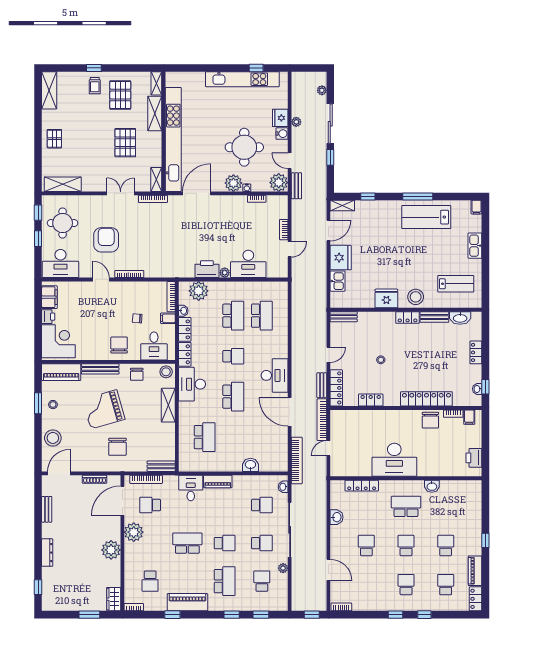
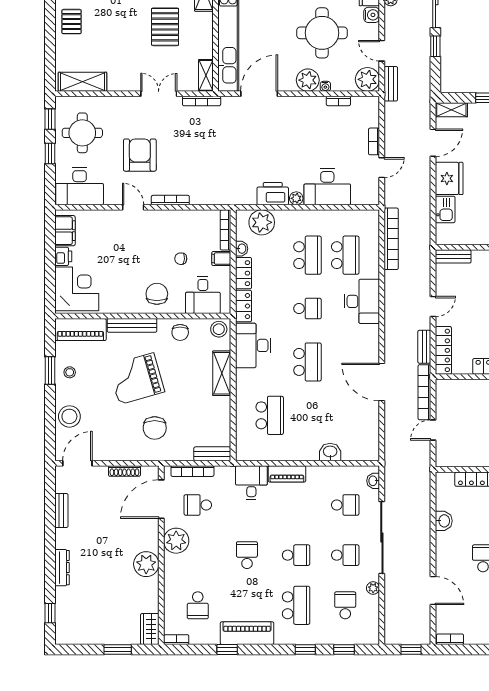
desk: (275, 375) -> (362, 301), moved
bookcase: (297, 461) -> (391, 239), moved
school desk: (187, 543) -> (247, 555), width x0.54

